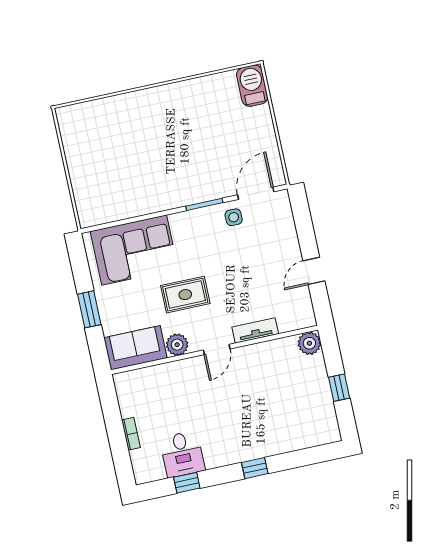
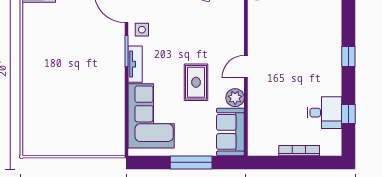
window: (89, 309) -> (191, 162), width x1.44
tv unit: (255, 330) -> (135, 64), moved, turned 180
door: (217, 349) -> (246, 67), swing flipped
bookcase: (131, 434) -> (299, 151), width x1.56

